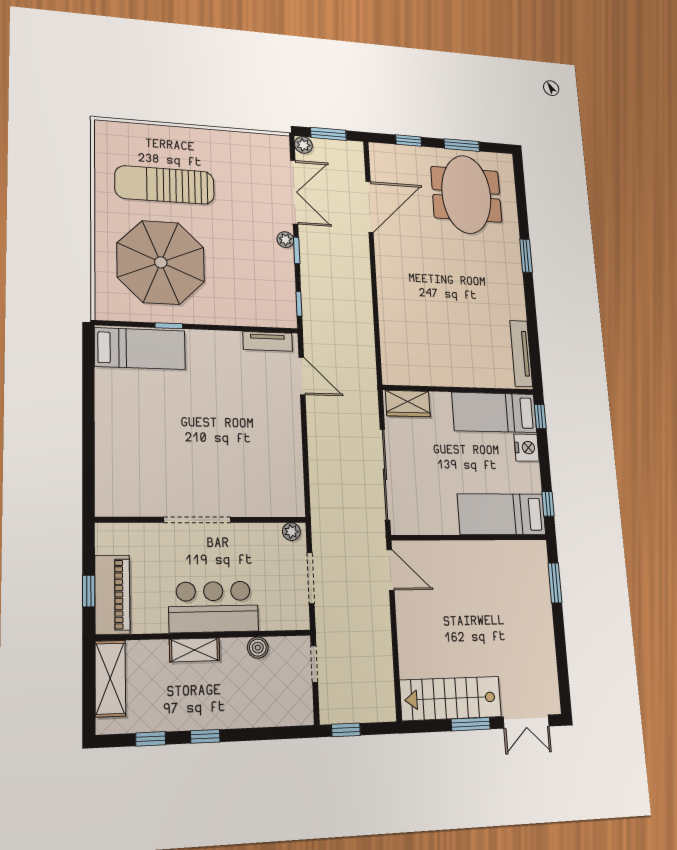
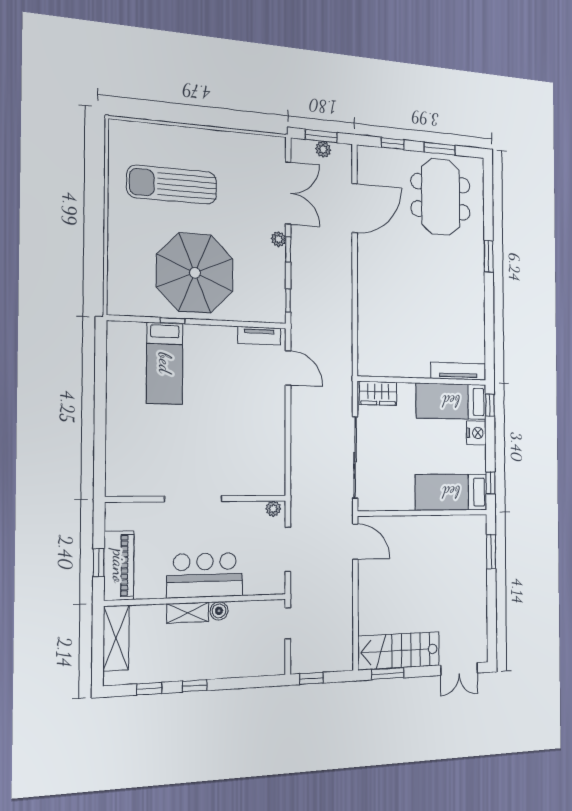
plant: (303, 145) -> (323, 149), moved
parasol: (161, 262) -> (195, 273), moved
bed: (140, 349) -> (165, 363), moved, turned 90
tv unit: (521, 353) -> (458, 371), moved, turned 90
boiler: (258, 648) -> (219, 611), moved
window: (471, 724) -> (388, 674), moved

